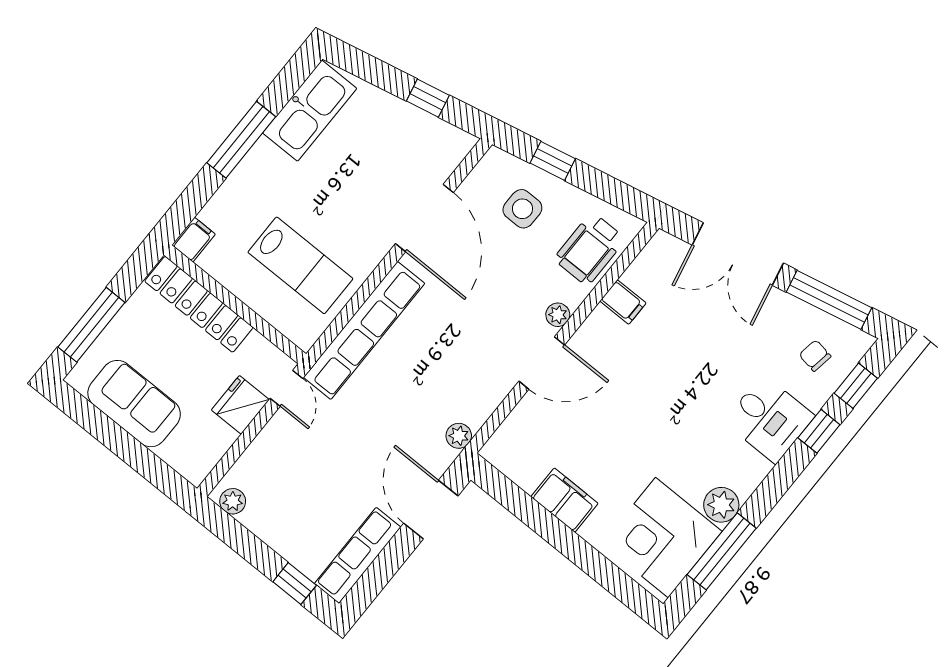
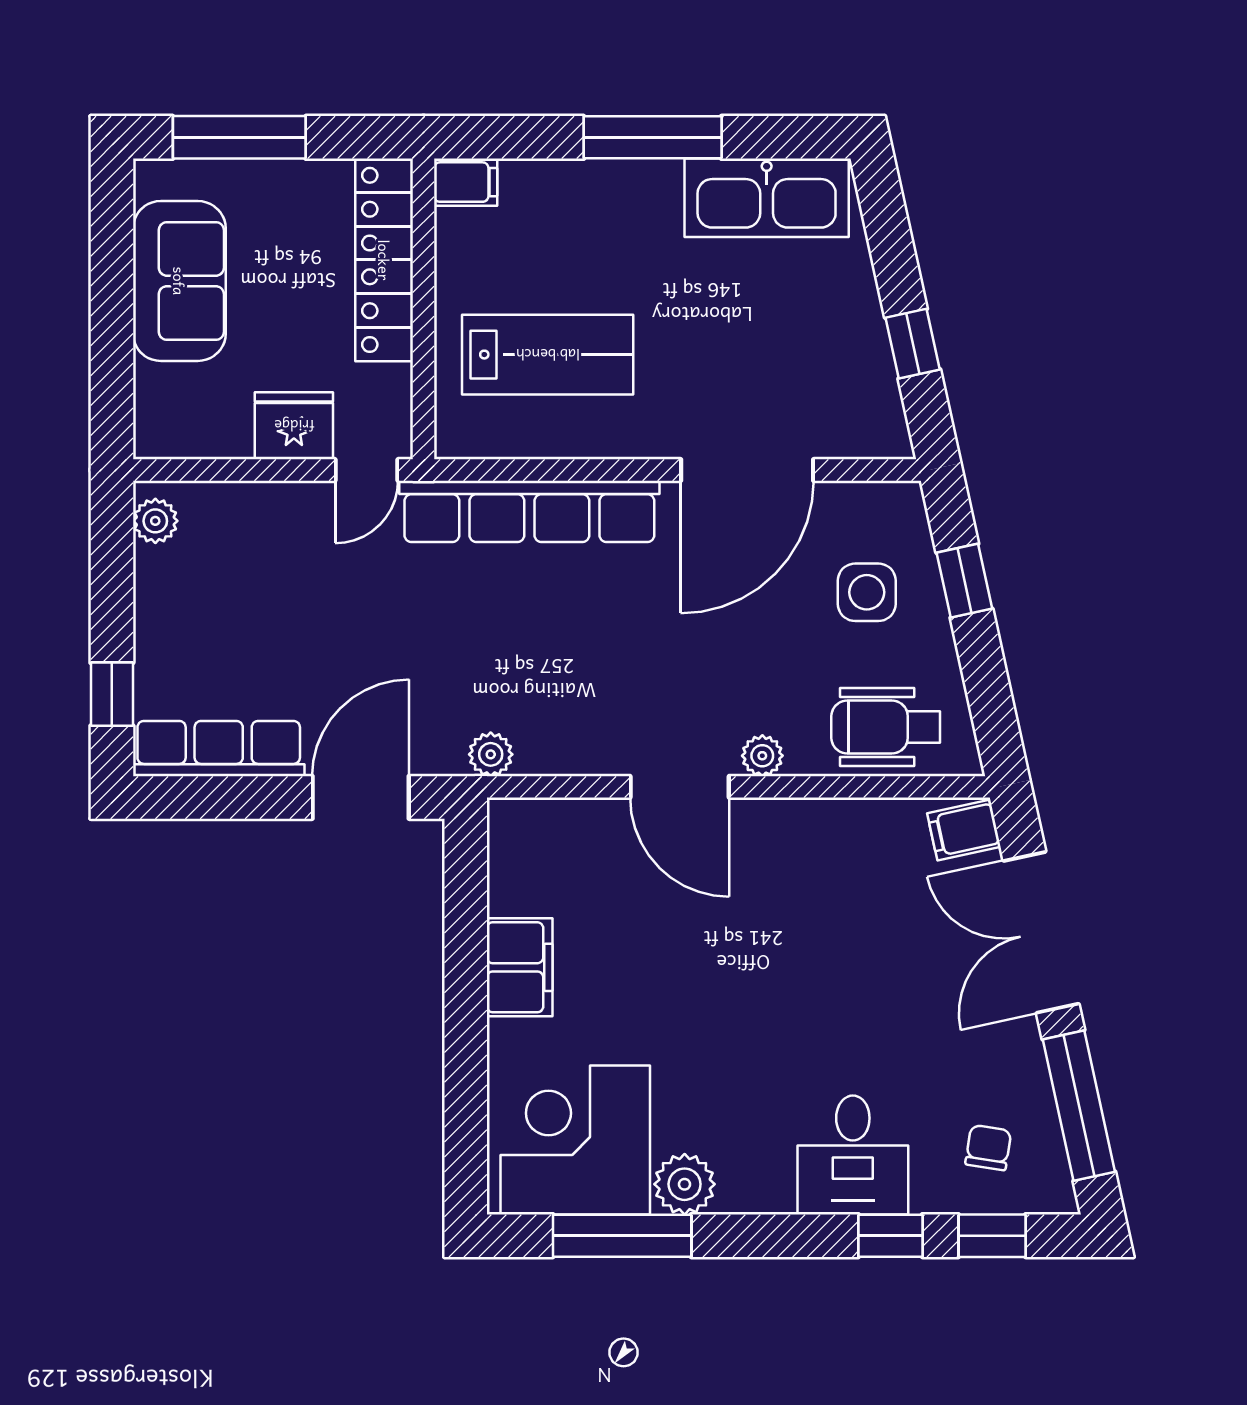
lab bench: (300, 265) -> (548, 355), turned -90
filing cabinet: (623, 302) -> (964, 830), moved, turned 78

